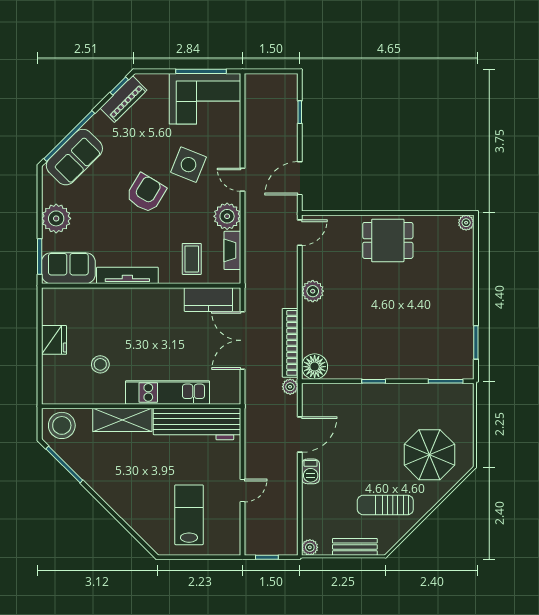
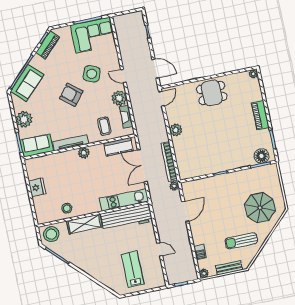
door: (300, 178) -> (155, 68), swing flipped
armchair: (146, 193) -> (71, 95), turned -82
plant: (147, 297) -> (84, 153), added
piano: (463, 297) -> (260, 115), added
stool: (100, 364) -> (67, 208), moved
floor lamp: (315, 367) -> (261, 156), moved
kitchen unit: (168, 392) -> (124, 200), moved
barbecue: (311, 471) -> (200, 252), moved
door: (242, 491) -> (160, 249), hinge flipped

